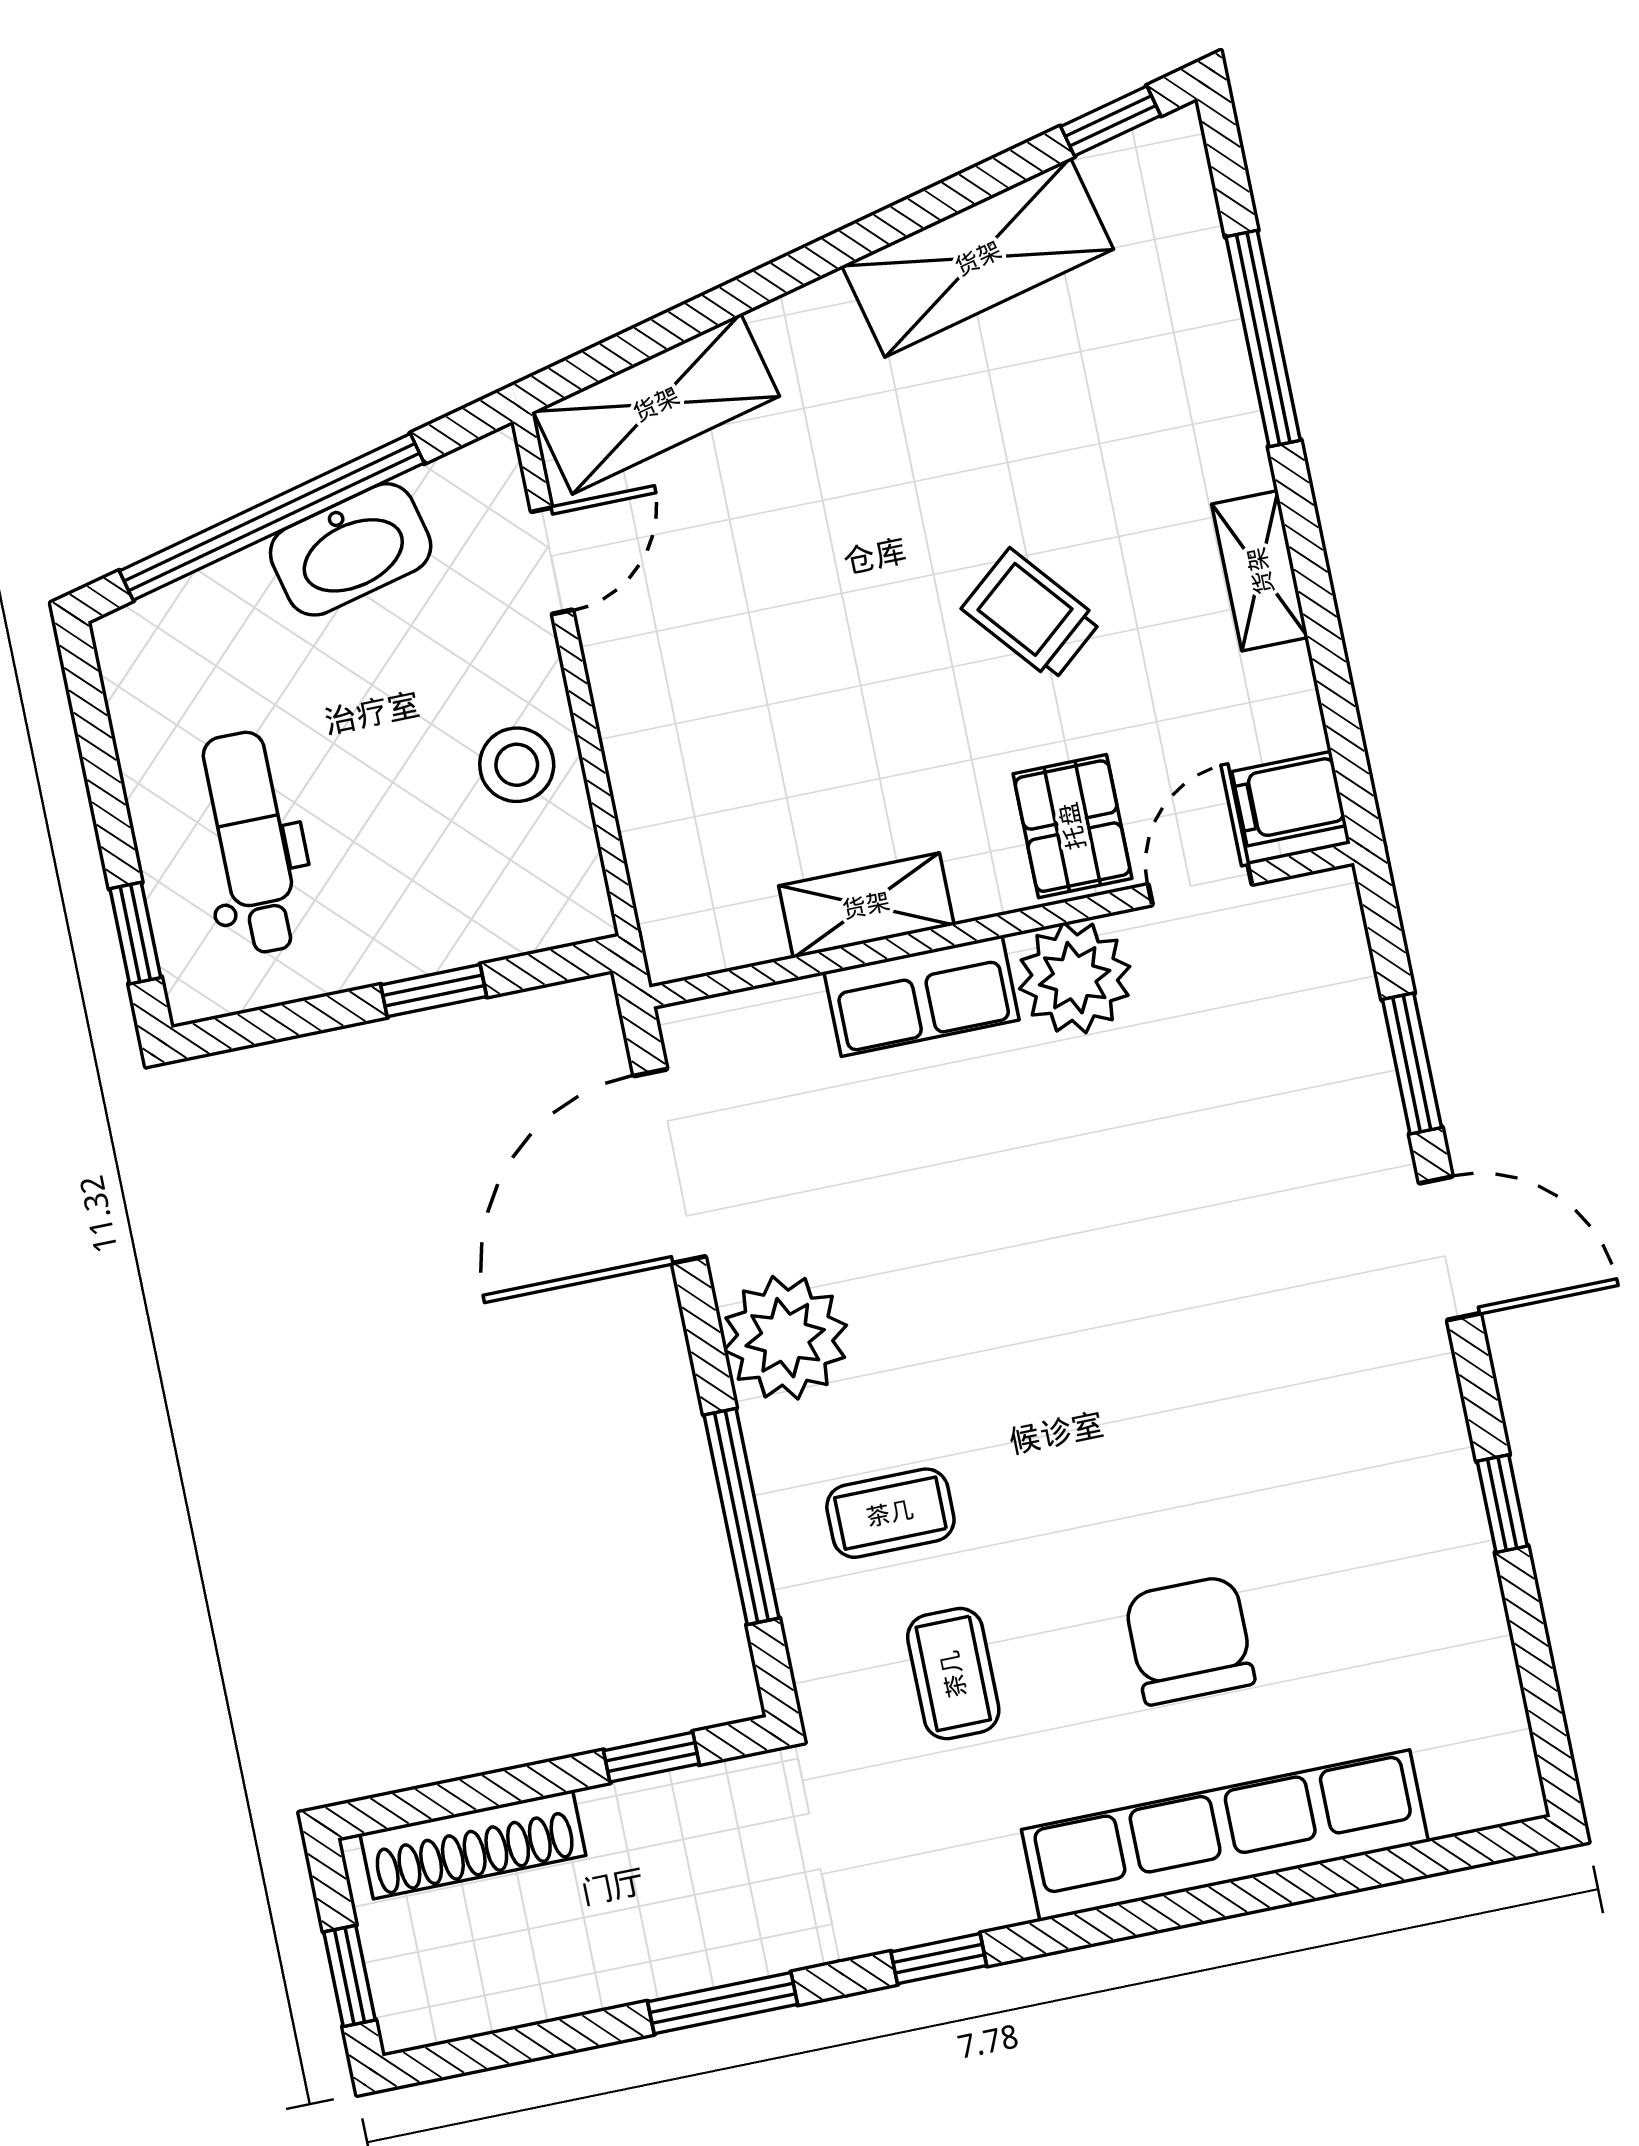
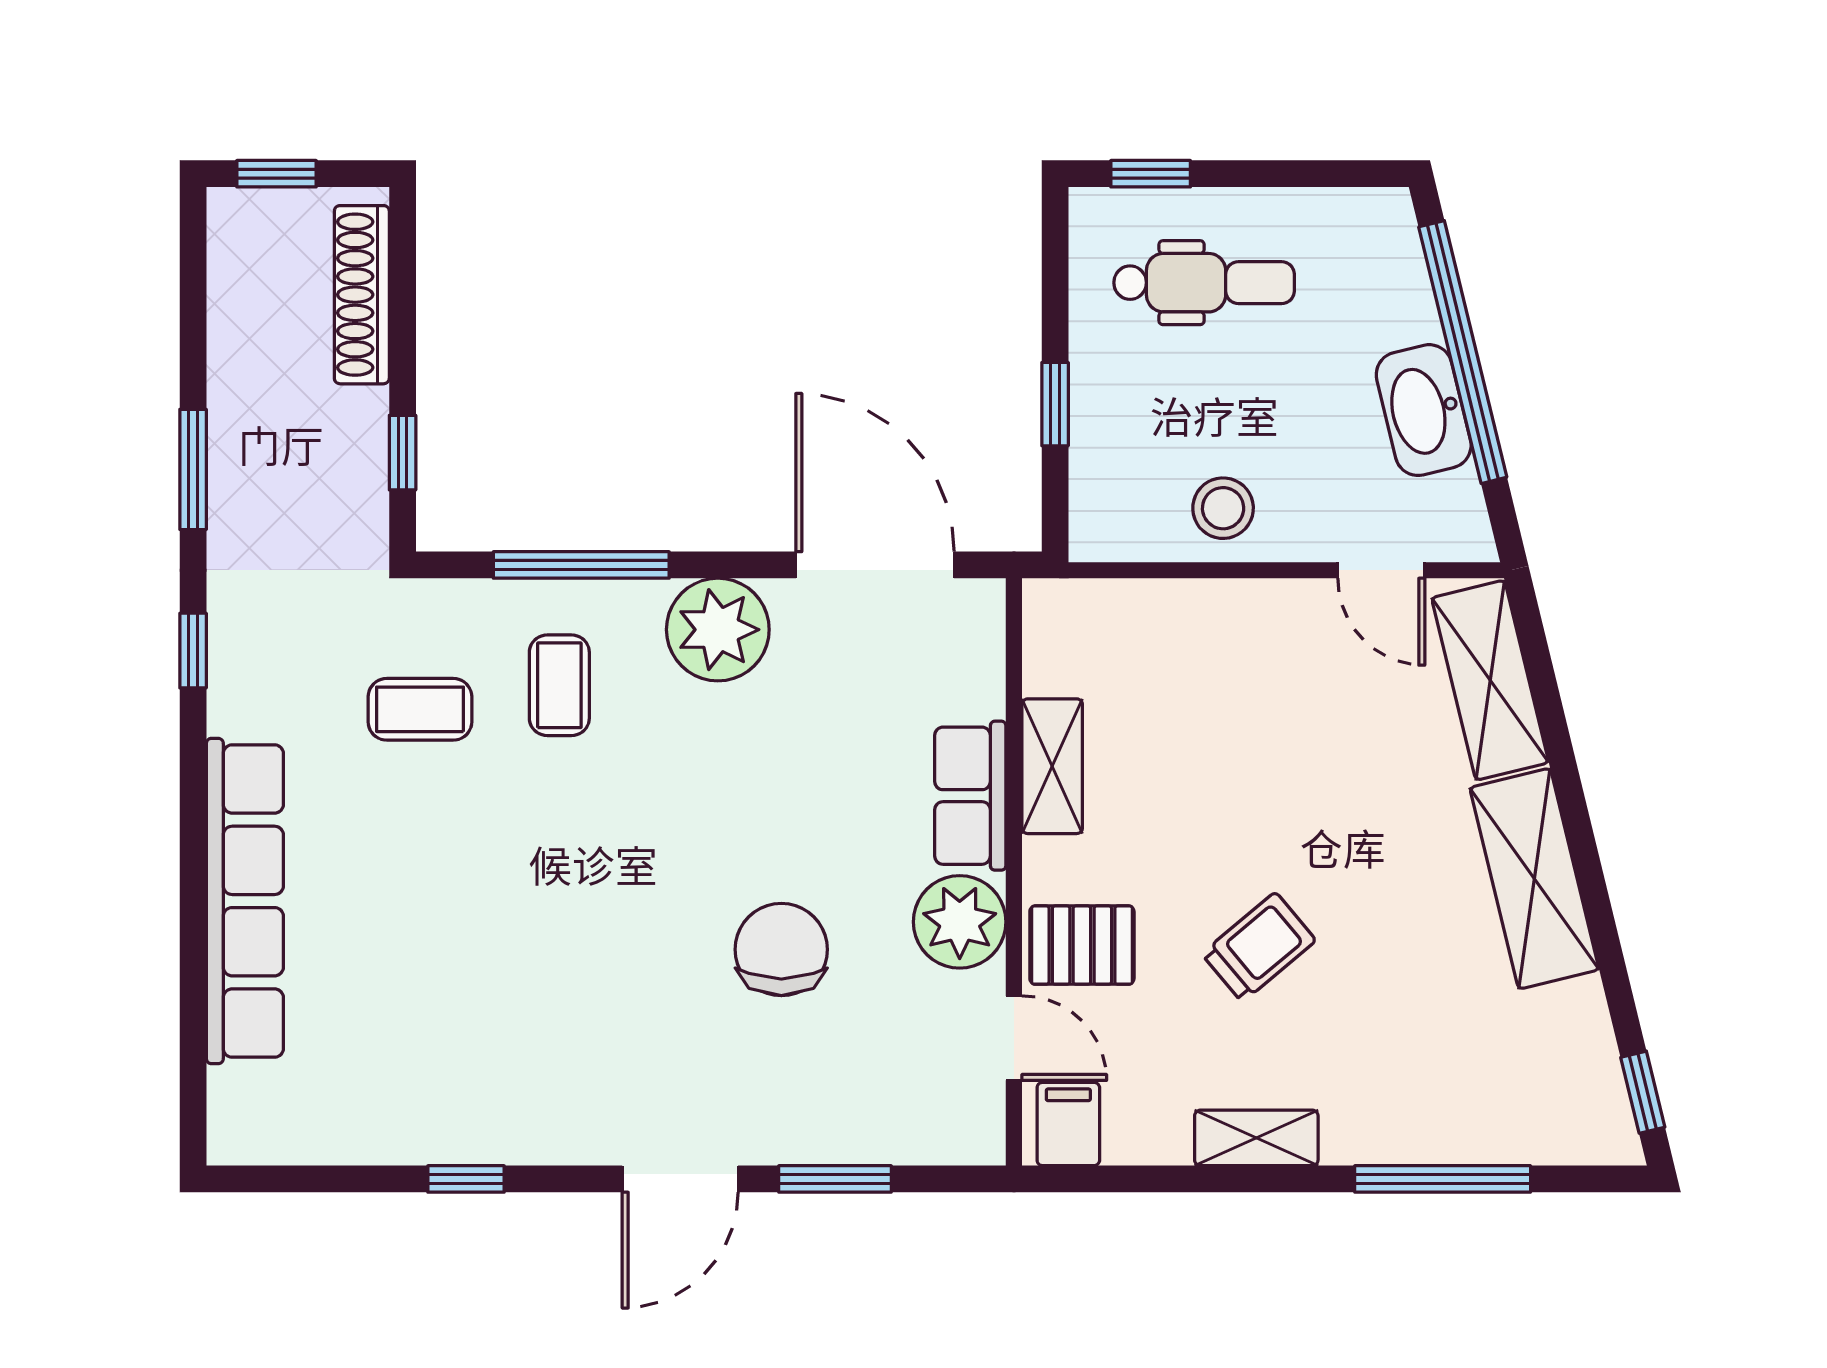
shelving: (978, 258) -> (1534, 879), moved
chair: (1190, 1640) -> (781, 949), moved, turned -90

